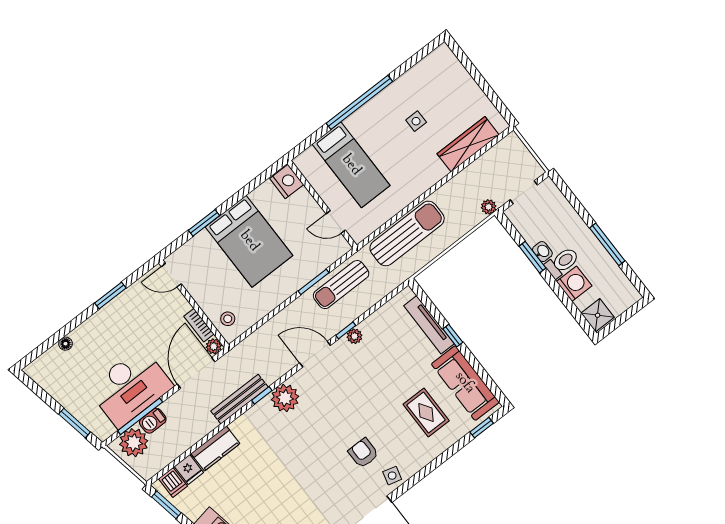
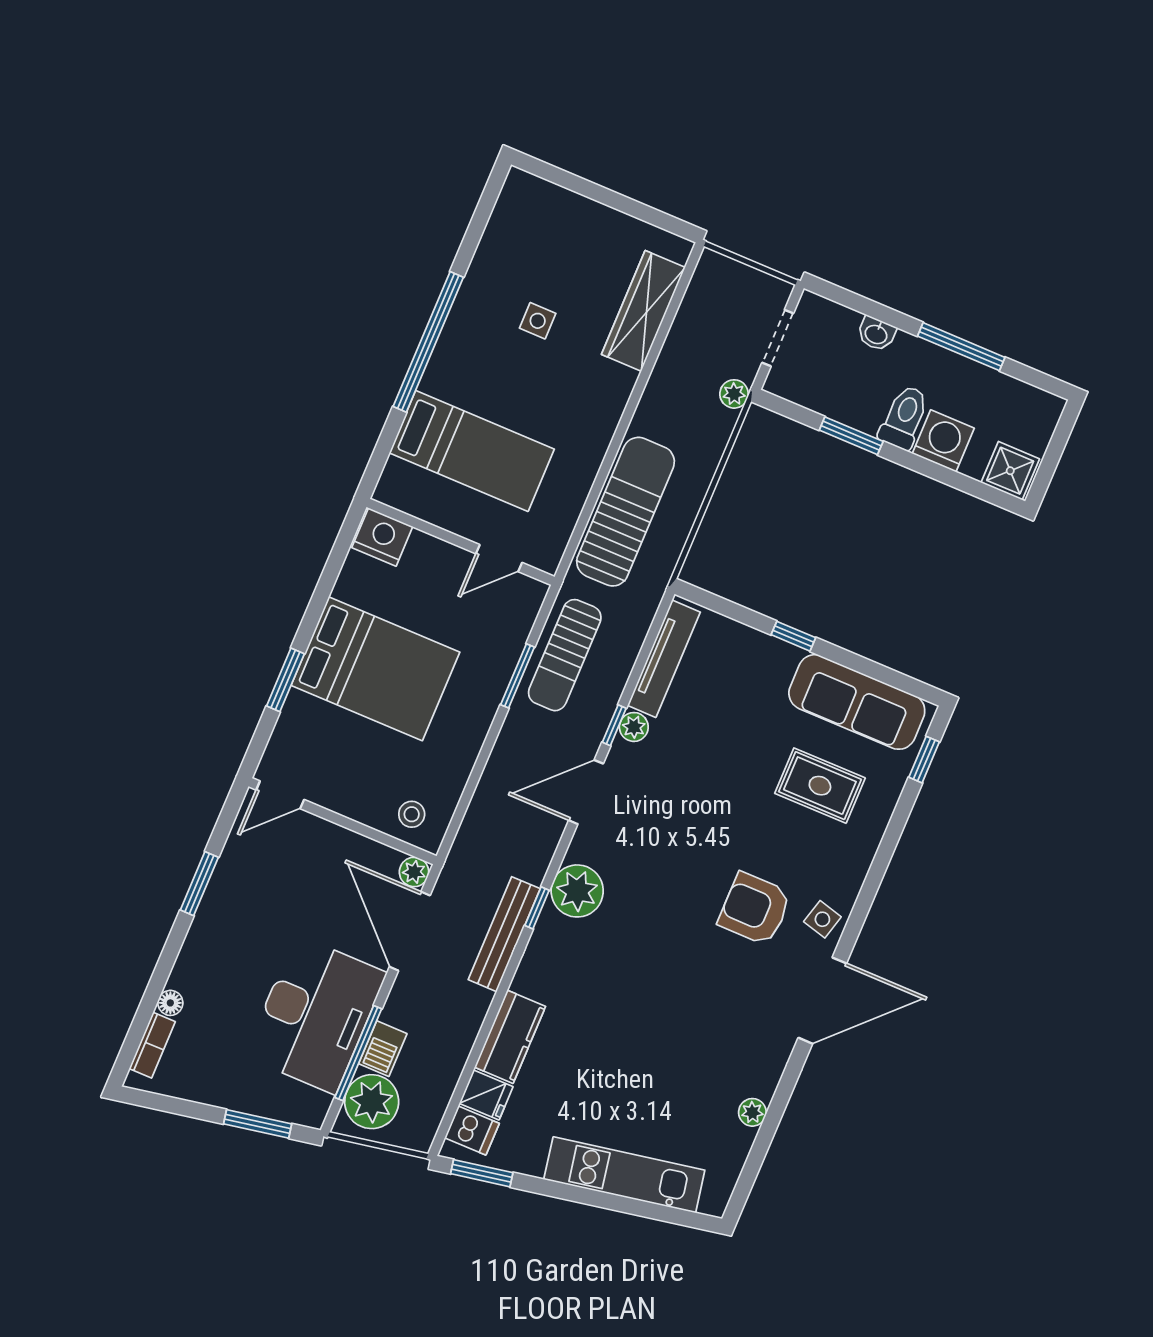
washbasin: (542, 252) -> (876, 334), moved, turned 180
bookcase: (199, 325) -> (152, 1045), moved, turned -90
tv unit: (429, 325) -> (664, 659), moved, turned -90
armchair: (363, 453) -> (755, 909), width x1.38, depth x1.38

